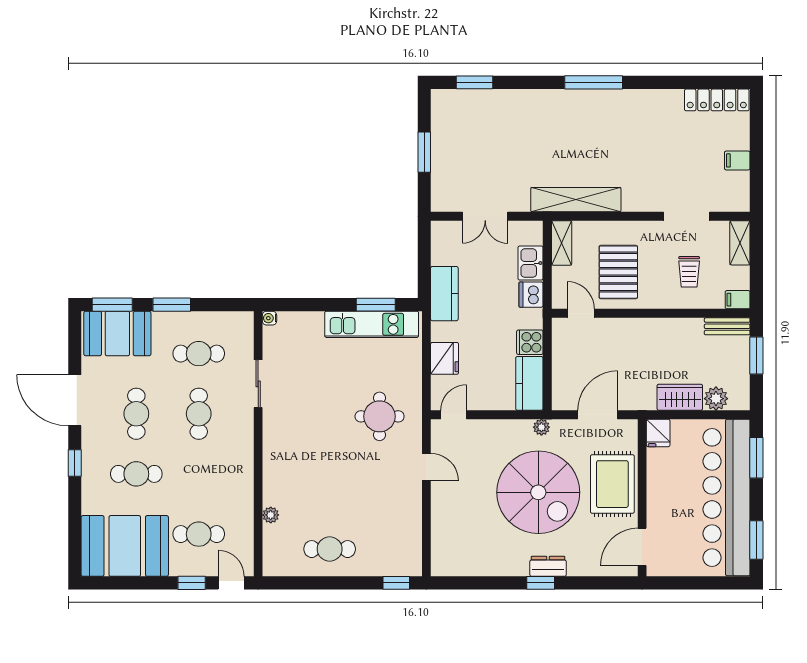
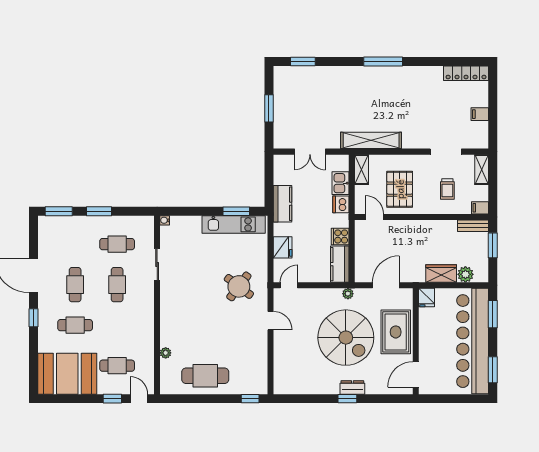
booth: (117, 334) -> (62, 231), removed
round table: (380, 416) -> (239, 286), turned 37
cafe table: (330, 549) -> (205, 376), width x1.37, depth x1.35

